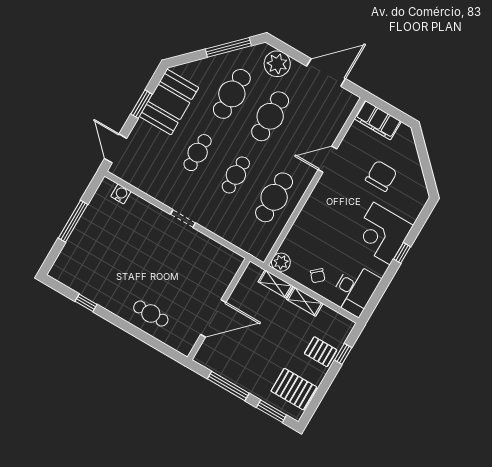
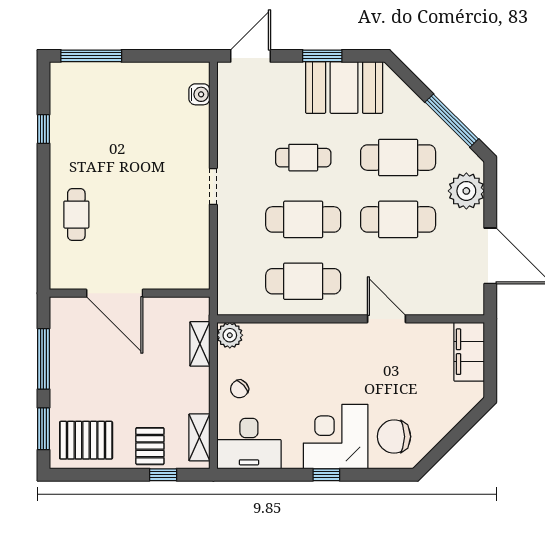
cafe table: (236, 175) -> (303, 219), width x1.37, depth x1.35
chair: (381, 176) -> (394, 437), moved, turned 180
window: (73, 221) -> (91, 56), moved
shelving: (305, 301) -> (199, 437), moved
pallet: (294, 389) -> (86, 440), turned 90

